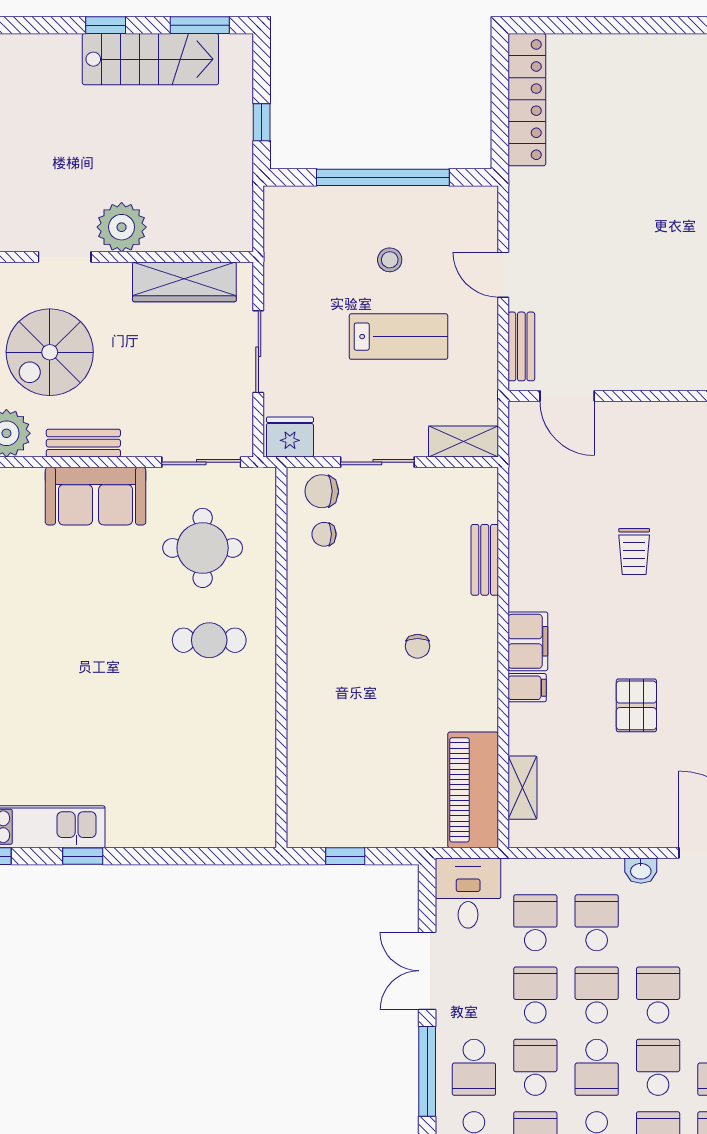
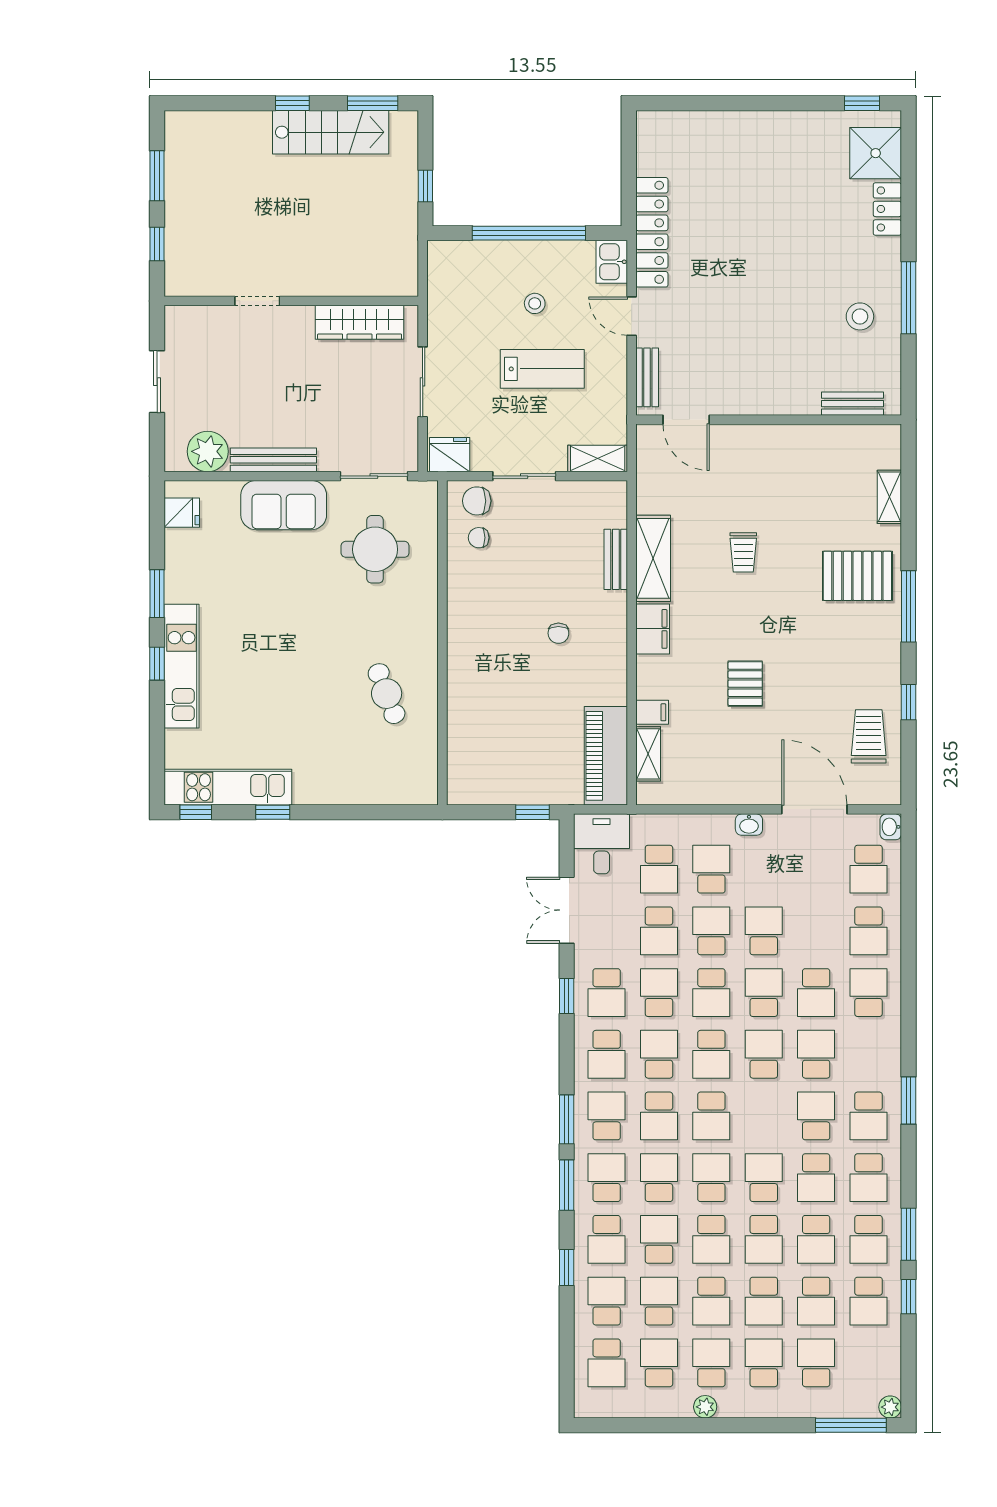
locker: (527, 100) -> (652, 232), moved
kitchen sink: (480, 211) -> (612, 262), added
plant: (122, 227) -> (306, 276), removed
spiral stairs: (50, 352) -> (245, 382), removed
bench: (83, 443) -> (273, 460), width x1.36
shelving: (528, 558) -> (653, 558), added
cafe table: (209, 640) -> (387, 694), moved, turned 69
filing cabinet: (527, 688) -> (652, 712), moved
window: (345, 856) -> (532, 812), moved
school desk: (535, 923) -> (659, 869), turned 180
school desk: (535, 995) -> (659, 931), turned 180
window: (427, 1071) -> (567, 996), width x0.46

